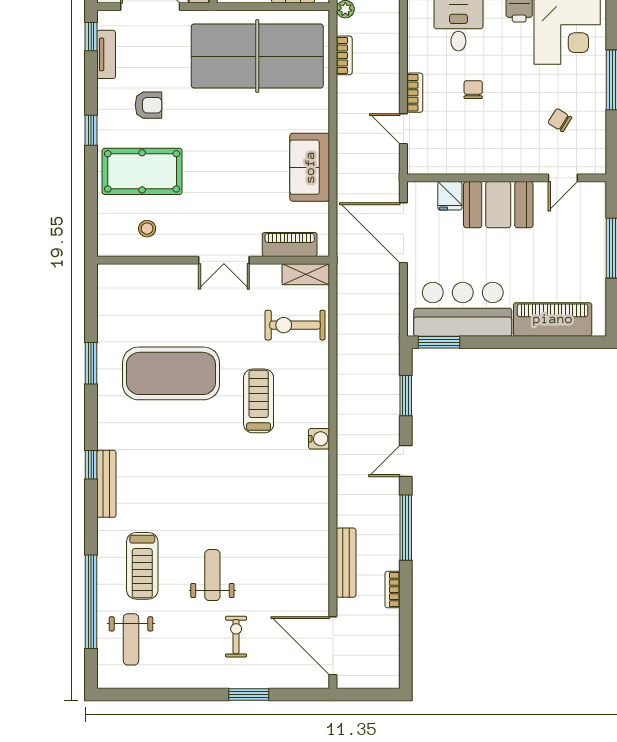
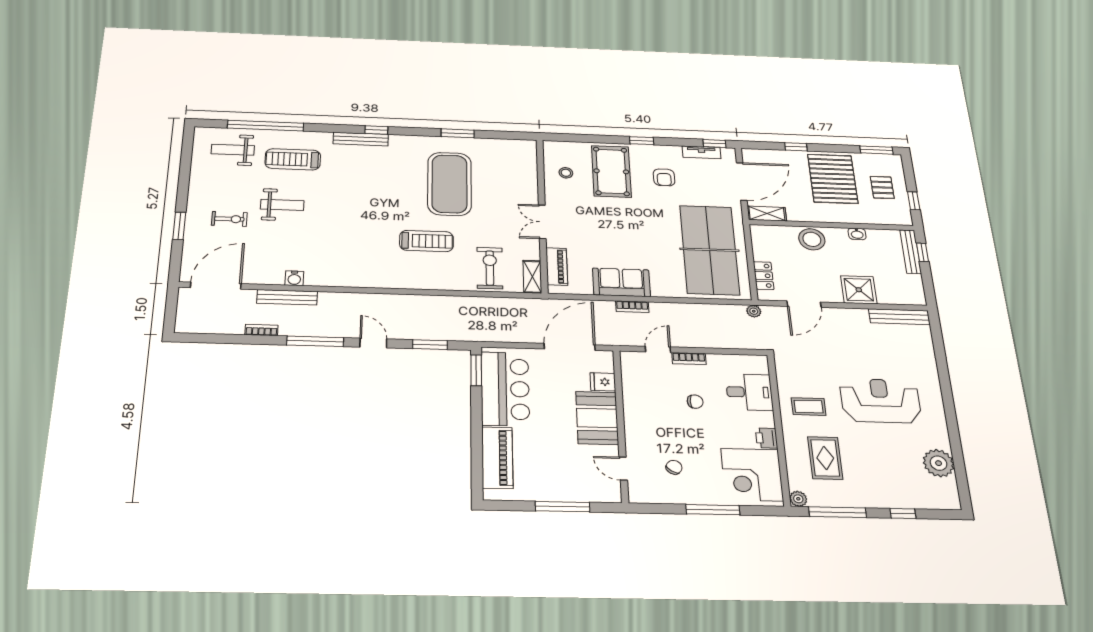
bookcase: (344, 55) -> (632, 307), moved
water cooler: (319, 439) -> (294, 278), moved

